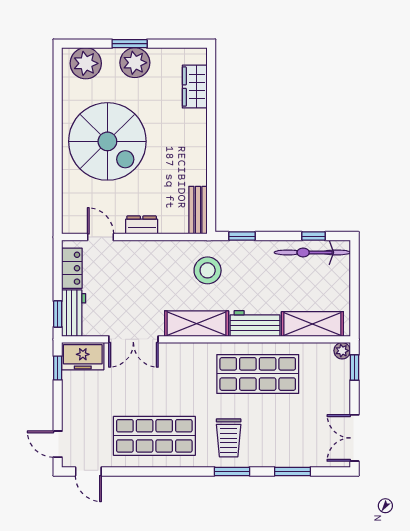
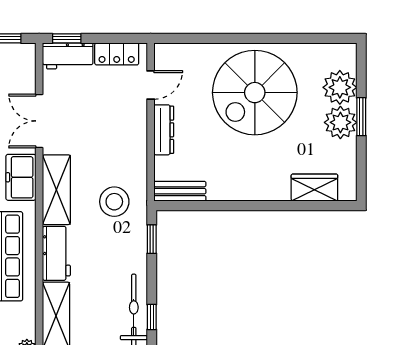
plant: (86, 63) -> (340, 87), moved
dresser: (142, 225) -> (164, 130), width x1.44
freezer: (83, 356) -> (21, 177), moved

